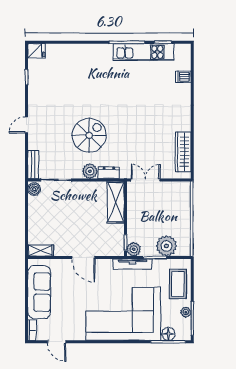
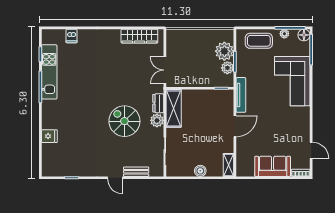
fridge: (36, 51) -> (49, 136), moved, turned 90
bench: (33, 165) -> (136, 172), moved
boiler: (34, 189) -> (200, 171), moved
shelving: (116, 202) -> (174, 108), moved, turned 90
plant: (134, 249) -> (227, 68), moved
tv unit: (132, 264) -> (241, 95), moved
sofa: (39, 292) -> (273, 166), width x0.73
corner sofa: (123, 314) -> (292, 81), width x0.73, depth x0.74
floor lamp: (168, 334) -> (304, 35), moved
door: (57, 342) -> (311, 150), hinge flipped

